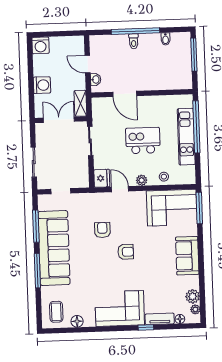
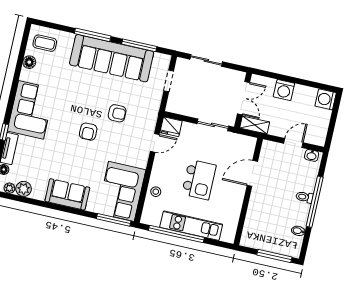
washbasin: (96, 79) -> (312, 155), moved
window: (196, 127) -> (176, 234), moved
plant: (142, 180) -> (158, 168), removed

